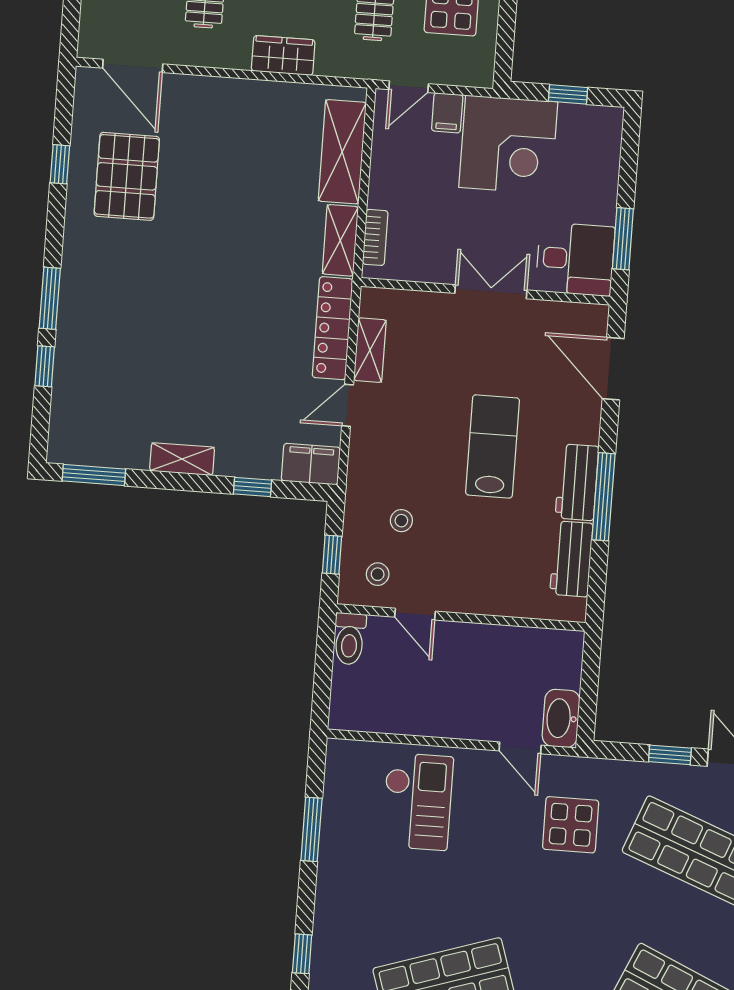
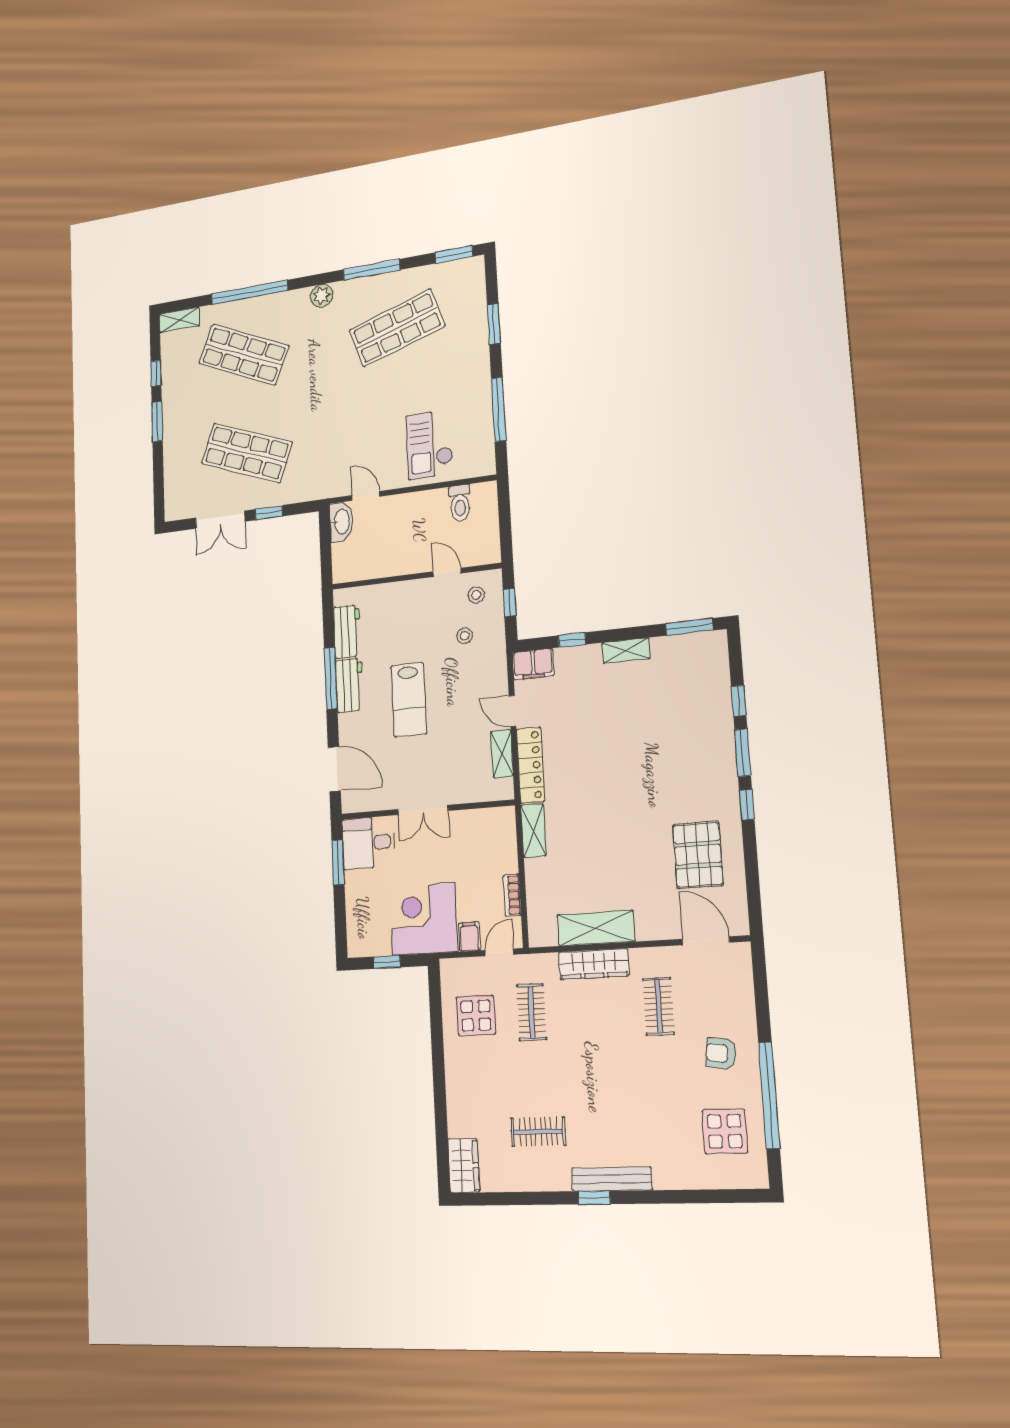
wardrobe: (283, 55) -> (594, 964), width x1.50
shelving: (342, 152) -> (596, 928), moved, turned 90
window: (60, 164) -> (747, 805), moved
bookcase: (375, 237) -> (512, 895), moved
door: (348, 405) -> (513, 711), swing flipped
toilet: (350, 639) -> (460, 503), moved, turned 180
display table: (571, 825) -> (327, 452), removed
window: (311, 829) -> (499, 409), width x1.44
window: (302, 954) -> (494, 324), width x1.50

